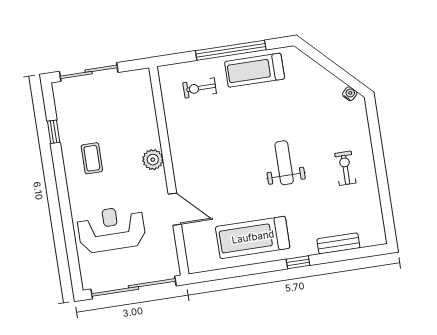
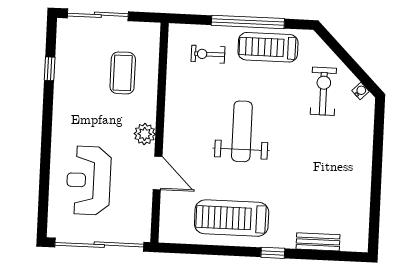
coffee table: (92, 158) -> (123, 73), moved, width x1.36, depth x1.30
plant: (153, 160) -> (145, 134), moved
weight bench: (284, 163) -> (242, 131), moved, width x1.36, depth x1.33
exercise bike: (345, 168) -> (323, 91), moved, width x1.38, depth x1.39
reception desk: (111, 229) -> (89, 180), turned -90

